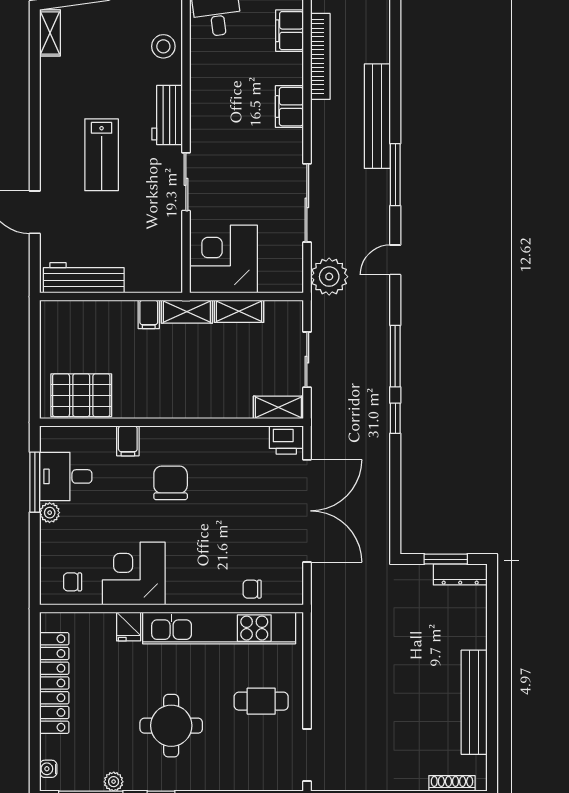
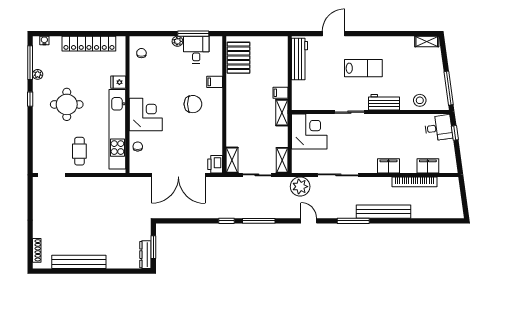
lab bench: (102, 155) -> (363, 68), turned 180
shelving: (239, 311) -> (282, 160), moved
corner desk: (134, 574) -> (146, 115), moved

